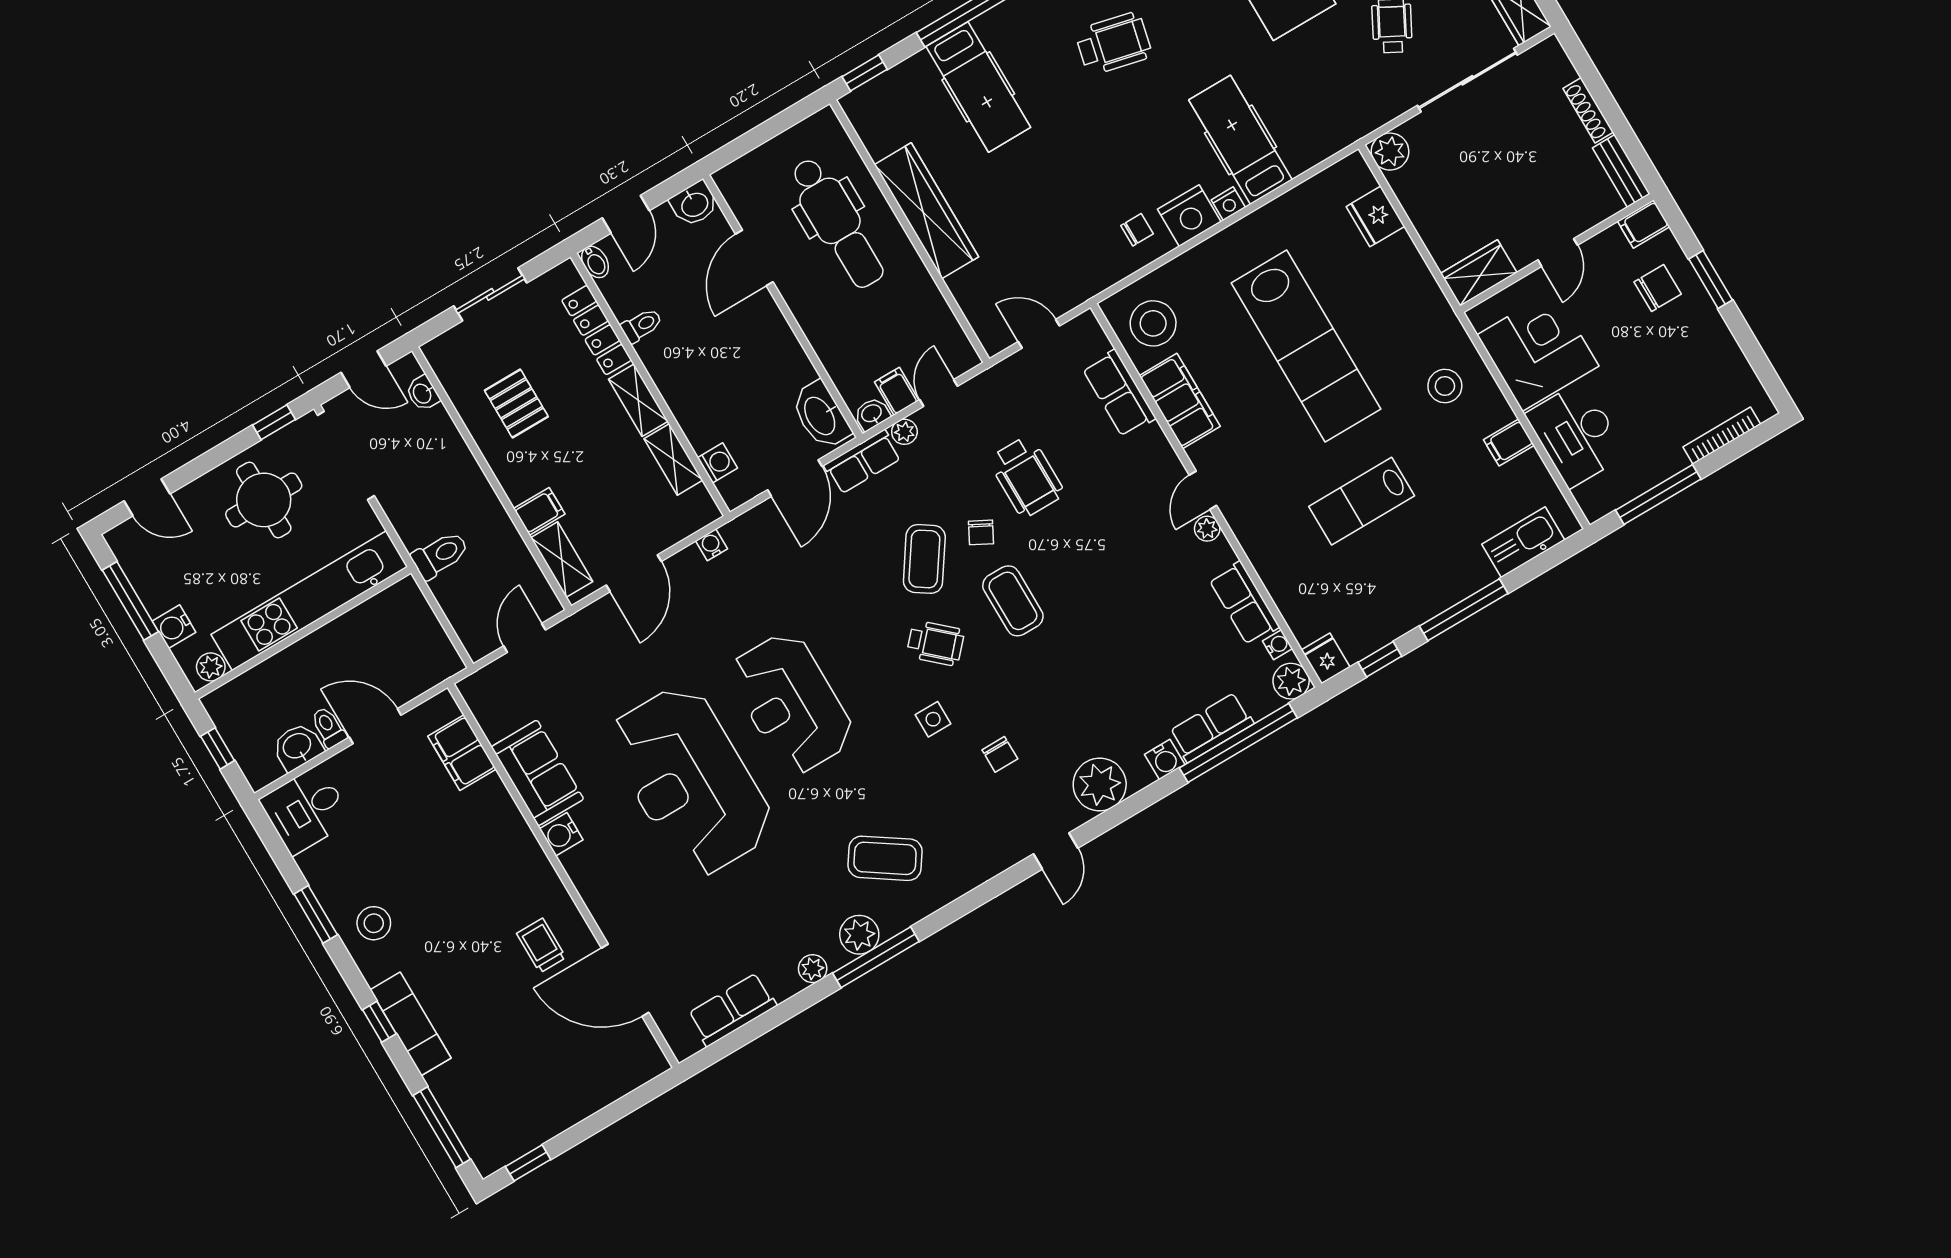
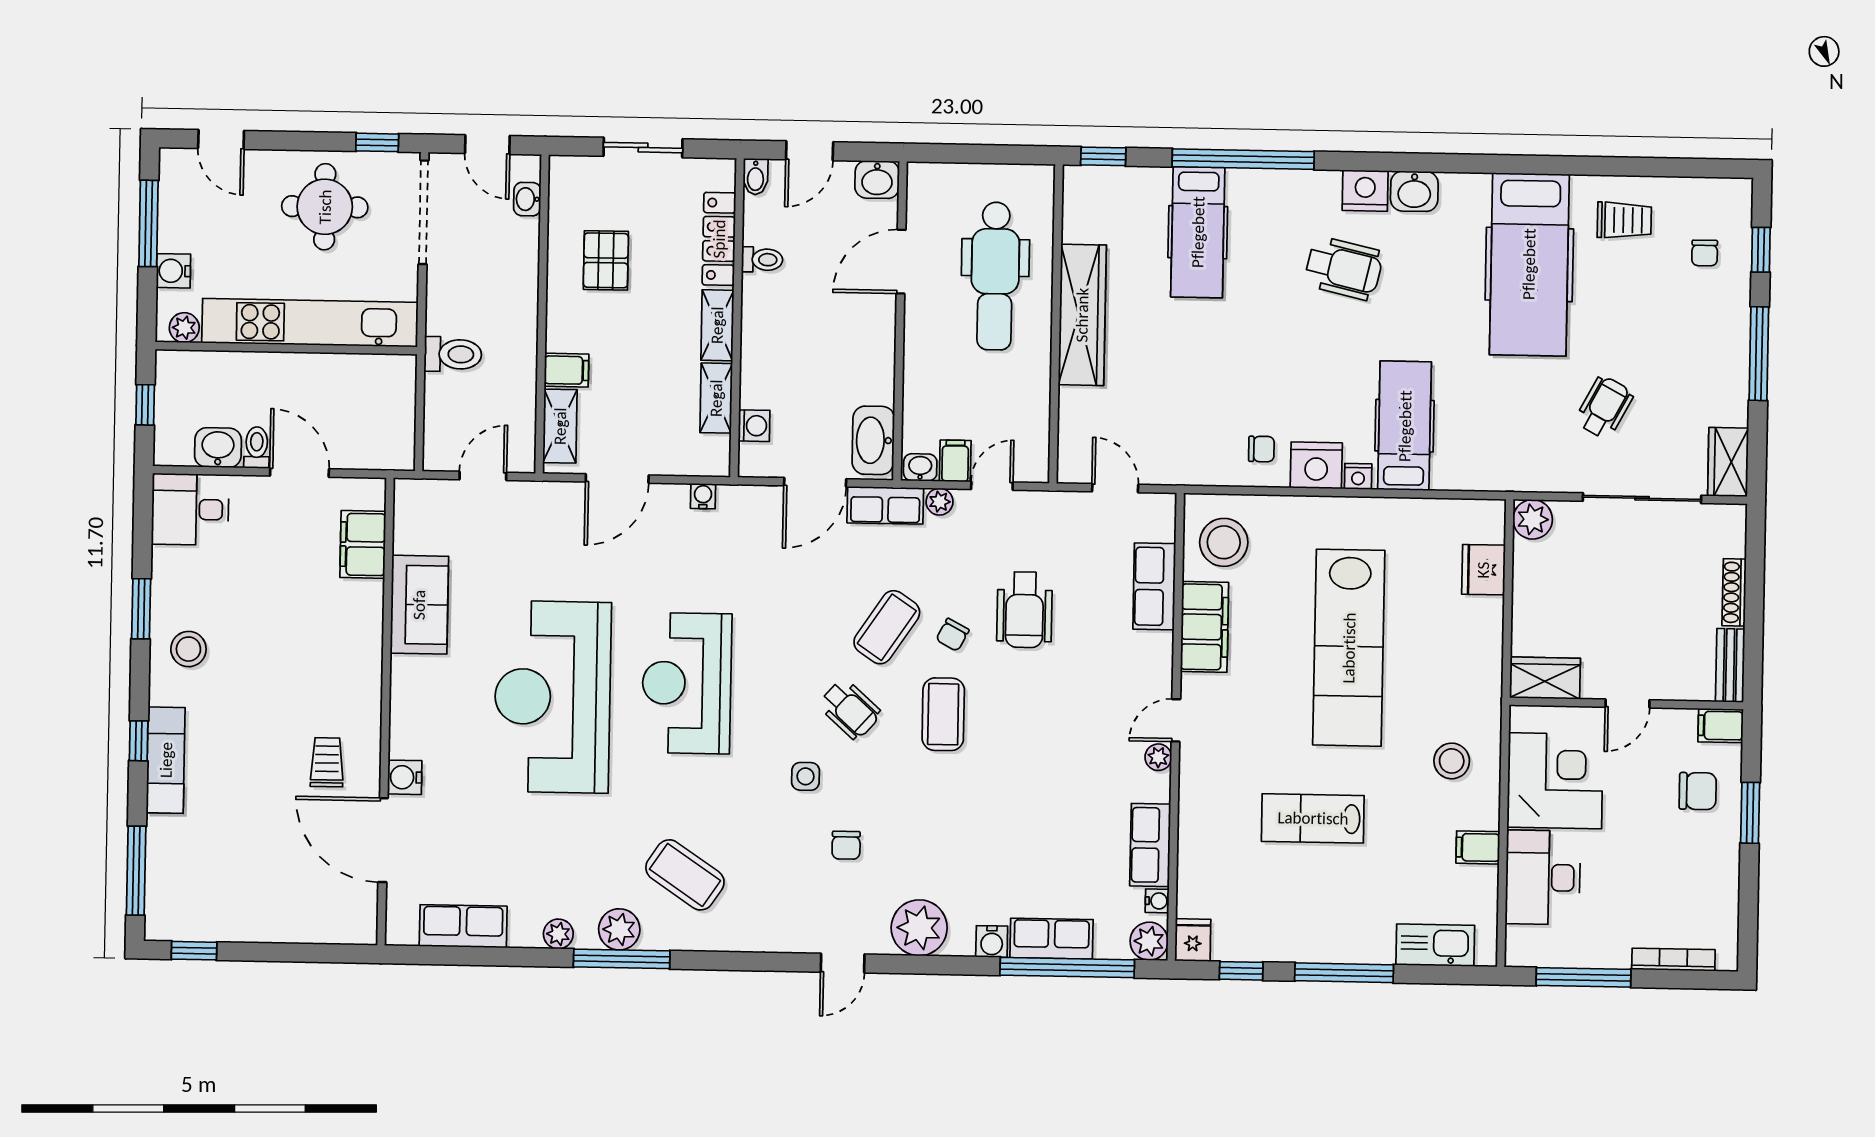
water cooler: (561, 834) -> (405, 777), moved

